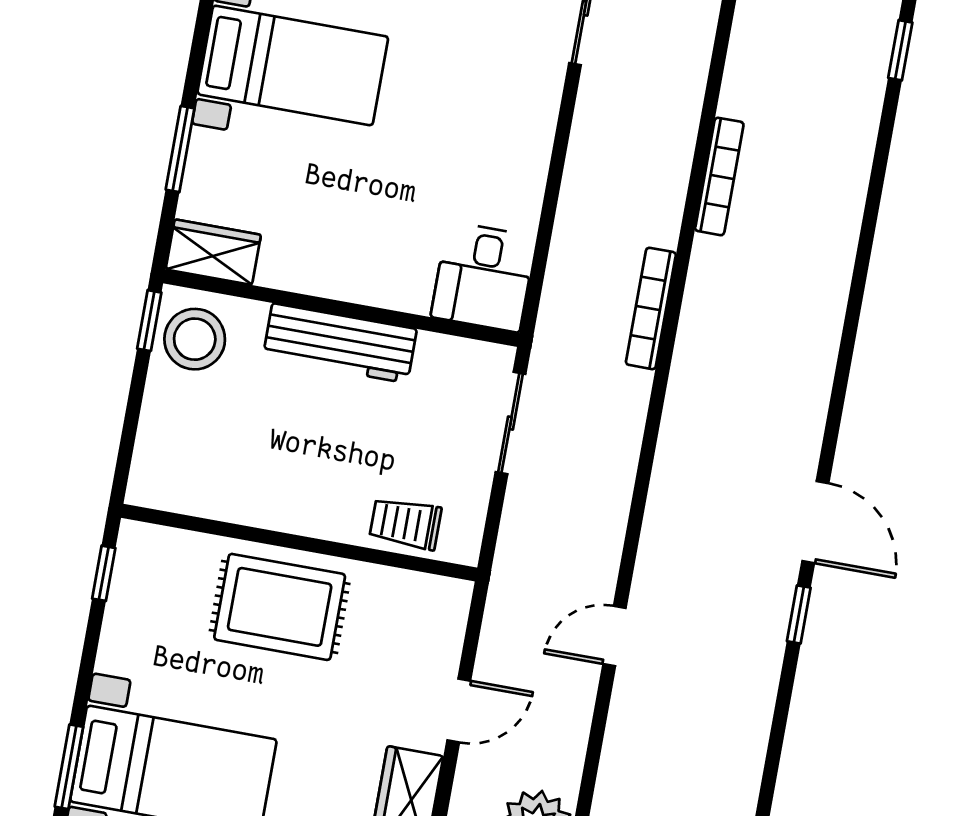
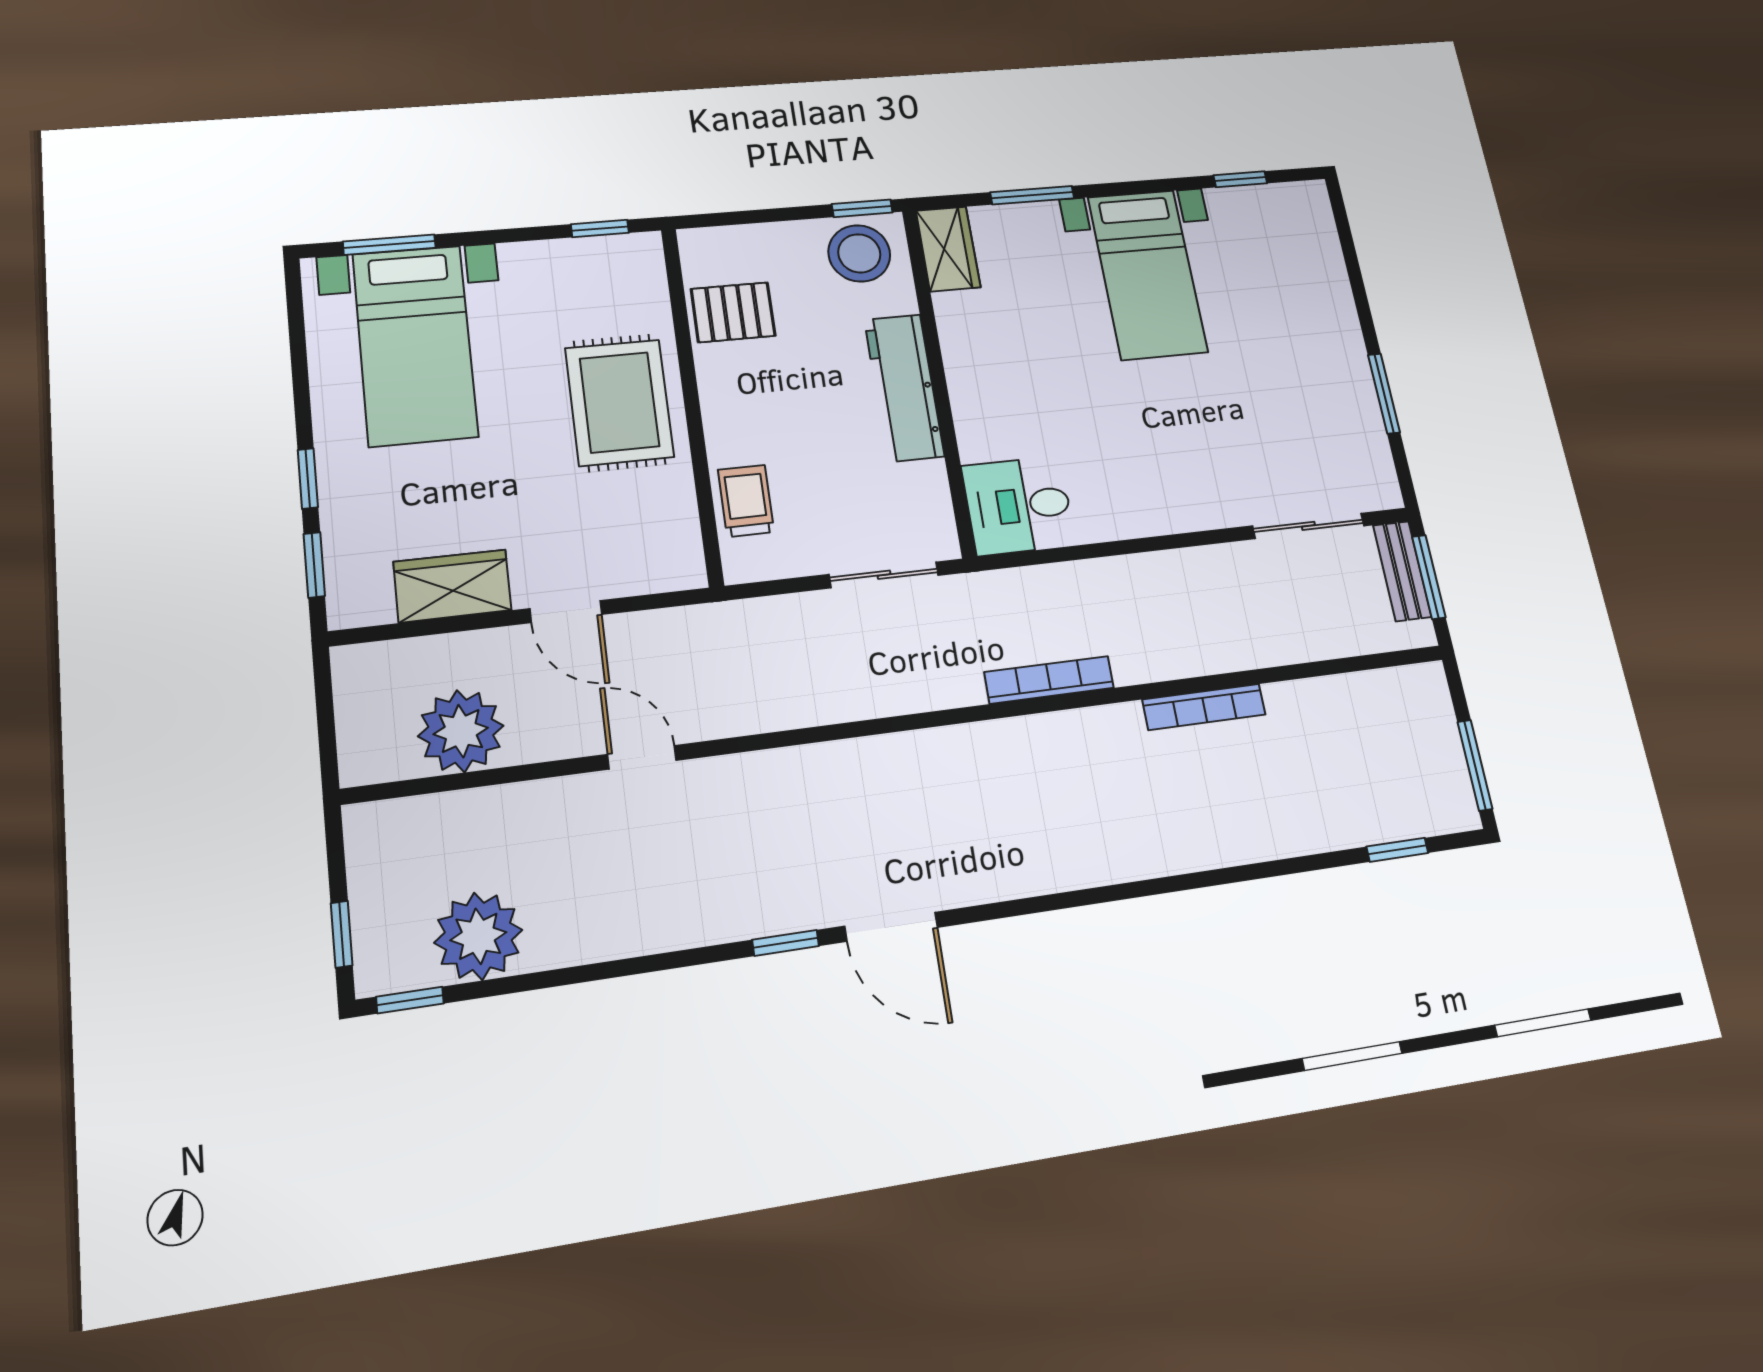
pallet: (221, 477) -> (733, 312), added
door: (815, 522) -> (891, 927), hinge flipped
door: (615, 636) -> (642, 757), moved

